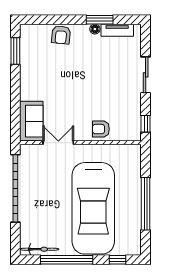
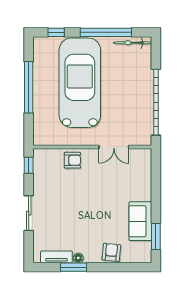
sofa: (31, 121) -> (140, 221), moved

